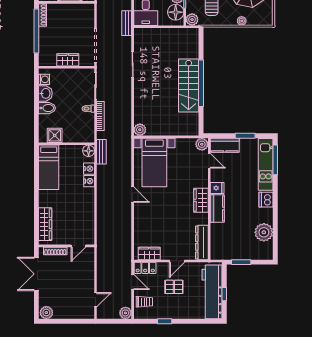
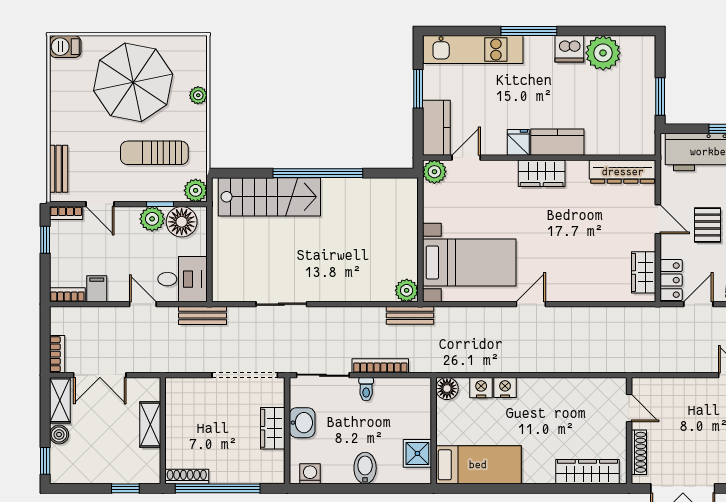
stairs: (189, 85) -> (269, 197), moved
washbasin: (45, 93) -> (302, 423), moved, turned 90
bench: (101, 152) -> (410, 315), moved
window: (275, 160) -> (529, 31), moved
dishwasher: (266, 200) -> (569, 49), moved

